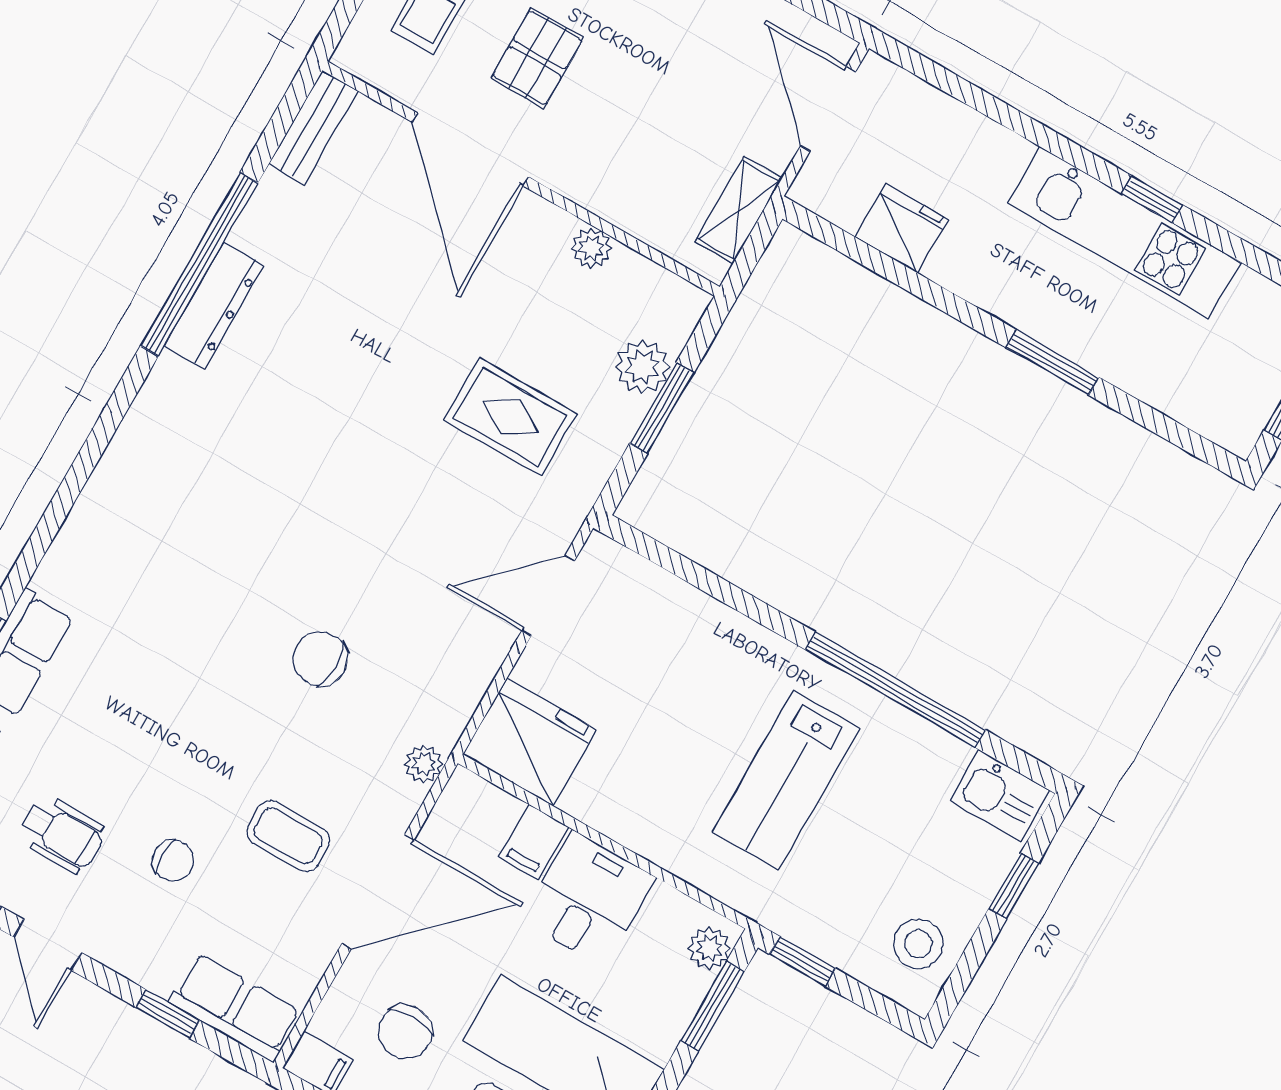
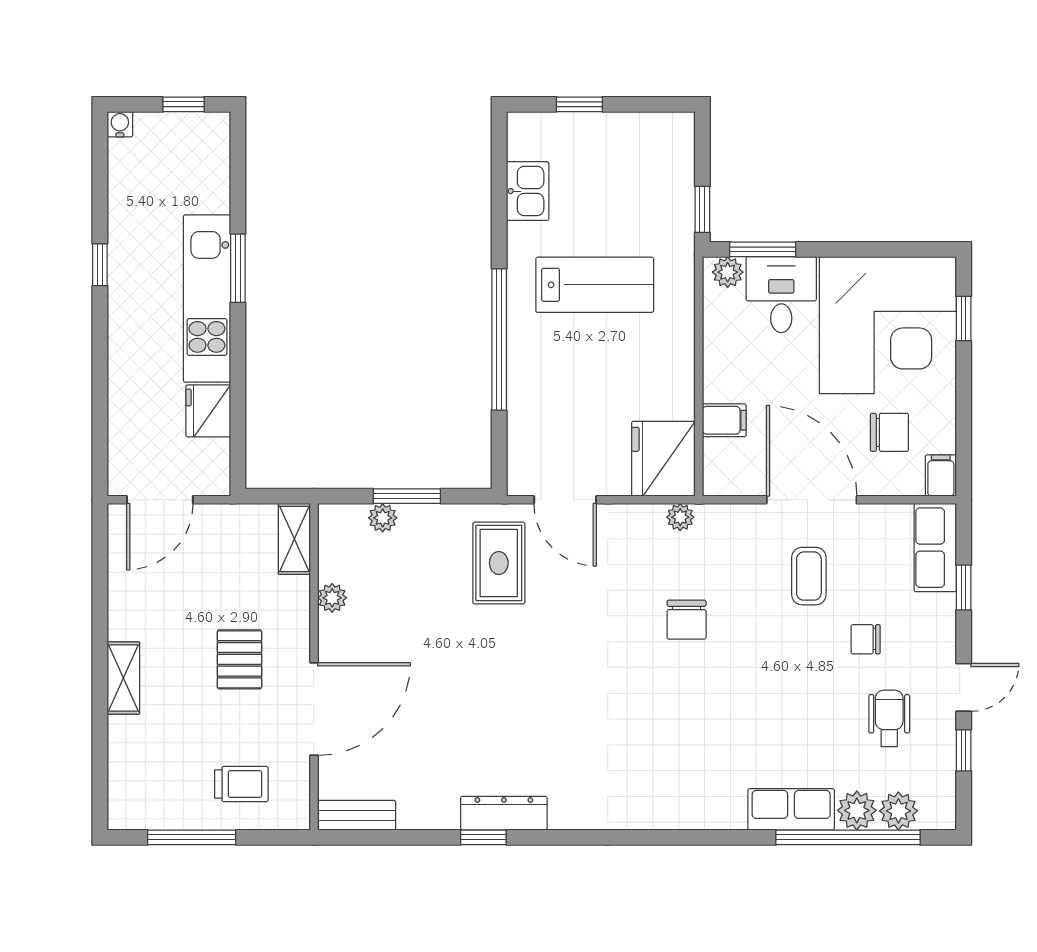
pallet: (537, 58) -> (239, 659), moved, turned 90
shelving: (739, 210) -> (294, 539), moved, turned 90
kitchen unit: (1124, 233) -> (207, 298), moved, turned 180
window: (199, 264) -> (483, 837), width x0.32
plant: (642, 367) -> (383, 518), width x0.73, depth x0.73
rug: (510, 417) -> (499, 563), moved
window: (895, 690) -> (499, 340), moved
plant: (424, 764) -> (680, 517), moved
kitchen sink: (1000, 795) -> (528, 191), moved
chair: (173, 860) -> (866, 639), turned -90
desk: (588, 899) -> (781, 295), moved, turned 90
stool: (918, 944) -> (650, 143), removed

